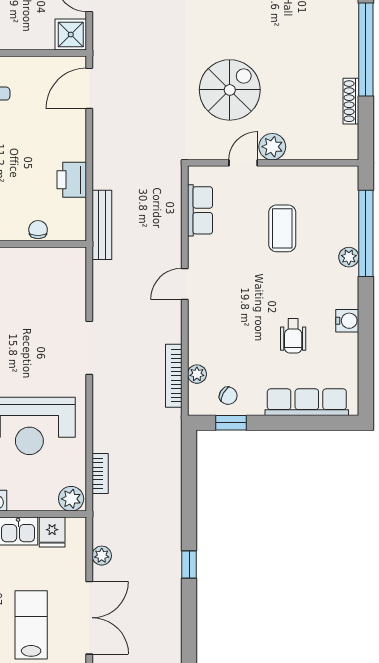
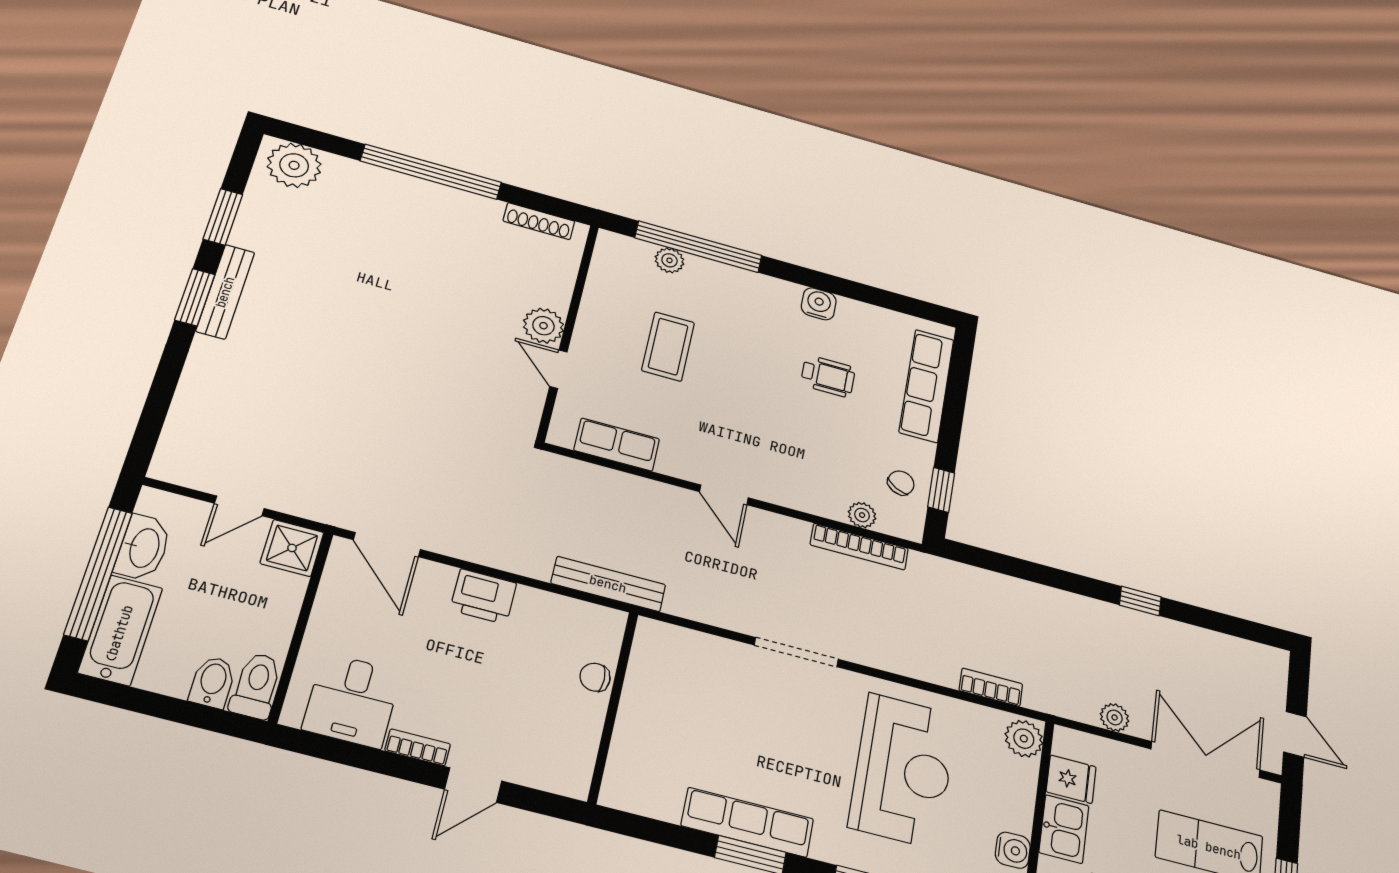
spiral stairs: (230, 90) -> (443, 356), removed
shoe rack: (351, 101) -> (539, 221), moved
printer: (72, 180) -> (483, 596), moved
coffee table: (282, 228) -> (668, 347), turned 90
plant: (349, 257) -> (669, 260), moved

